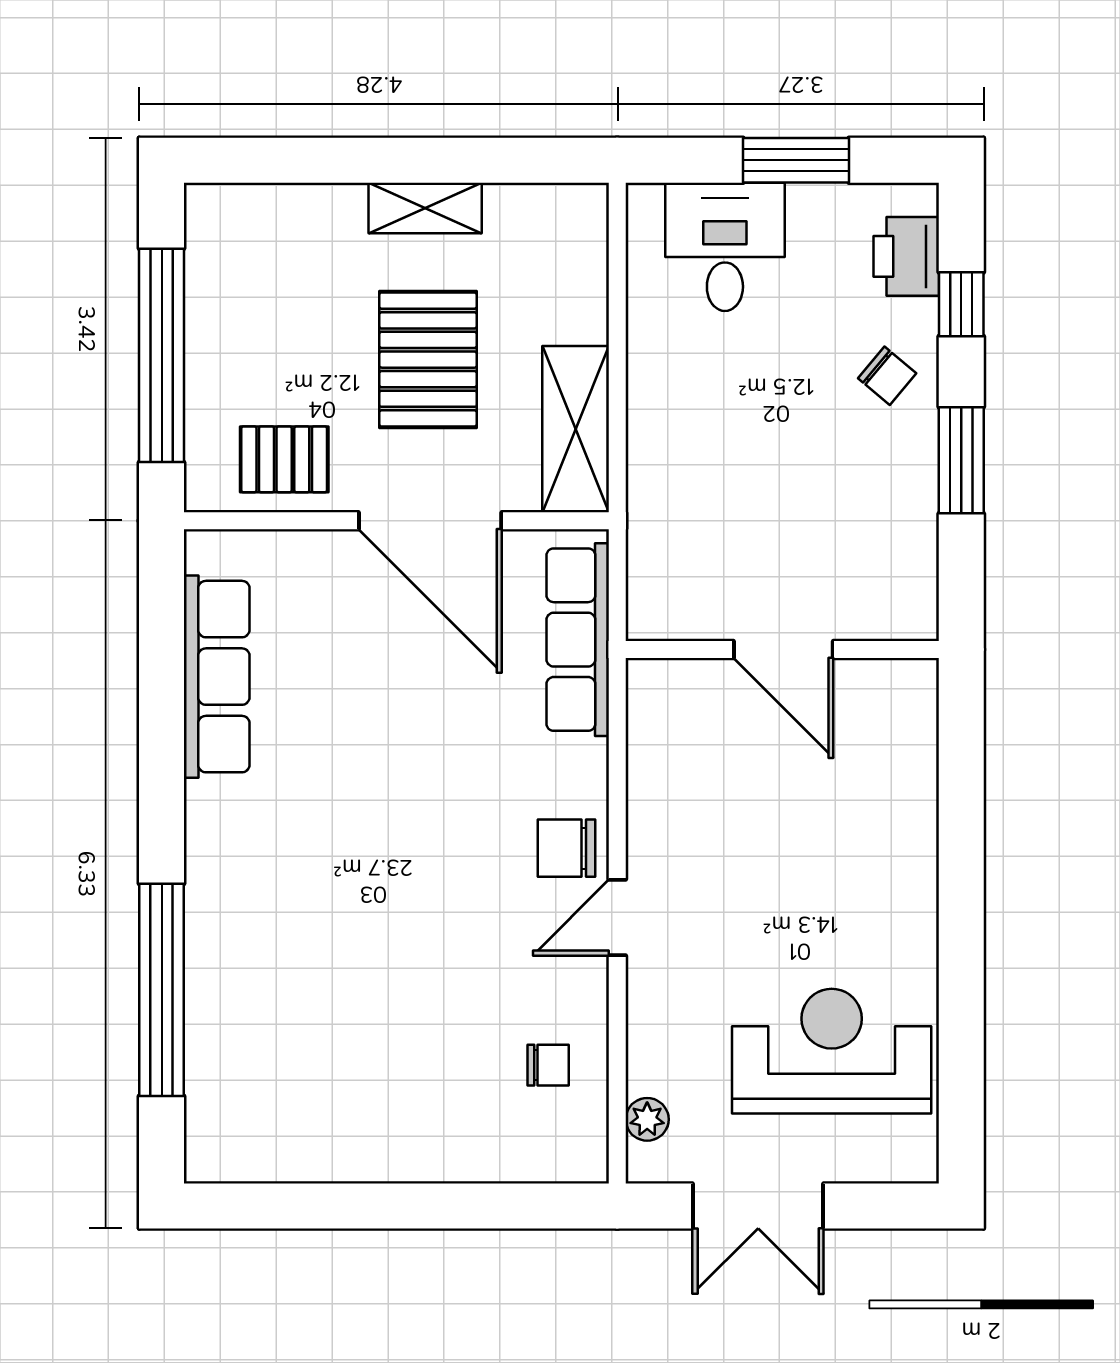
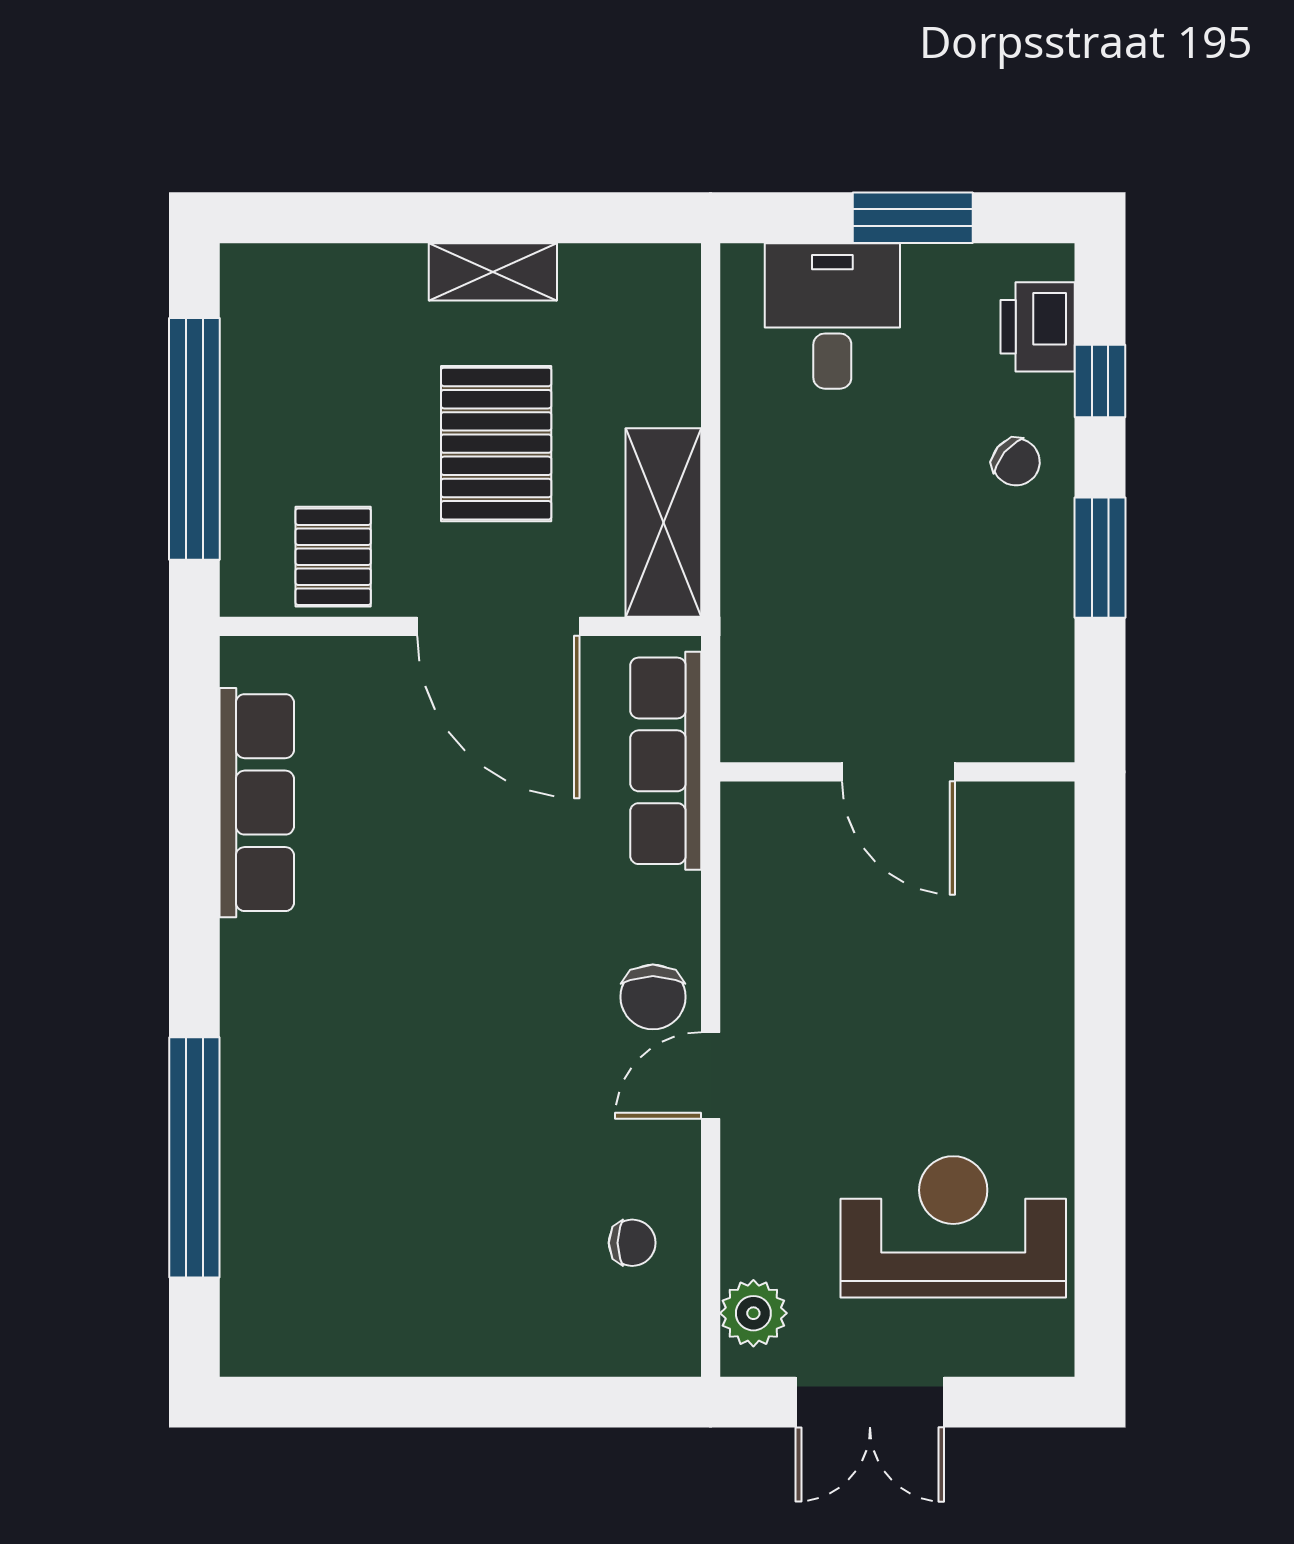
pallet: (284, 459) -> (333, 557), turned 90
chair: (567, 848) -> (653, 997), turned -90
plant: (647, 1119) -> (753, 1313), width x1.38, depth x1.38

